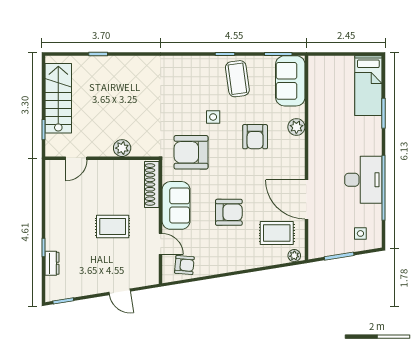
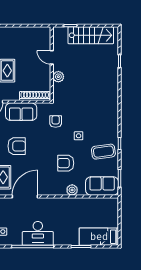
armchair: (191, 152) -> (56, 121), width x0.53, depth x0.53
door: (76, 158) -> (52, 57), moved
armchair: (229, 212) -> (17, 146), turned -90

